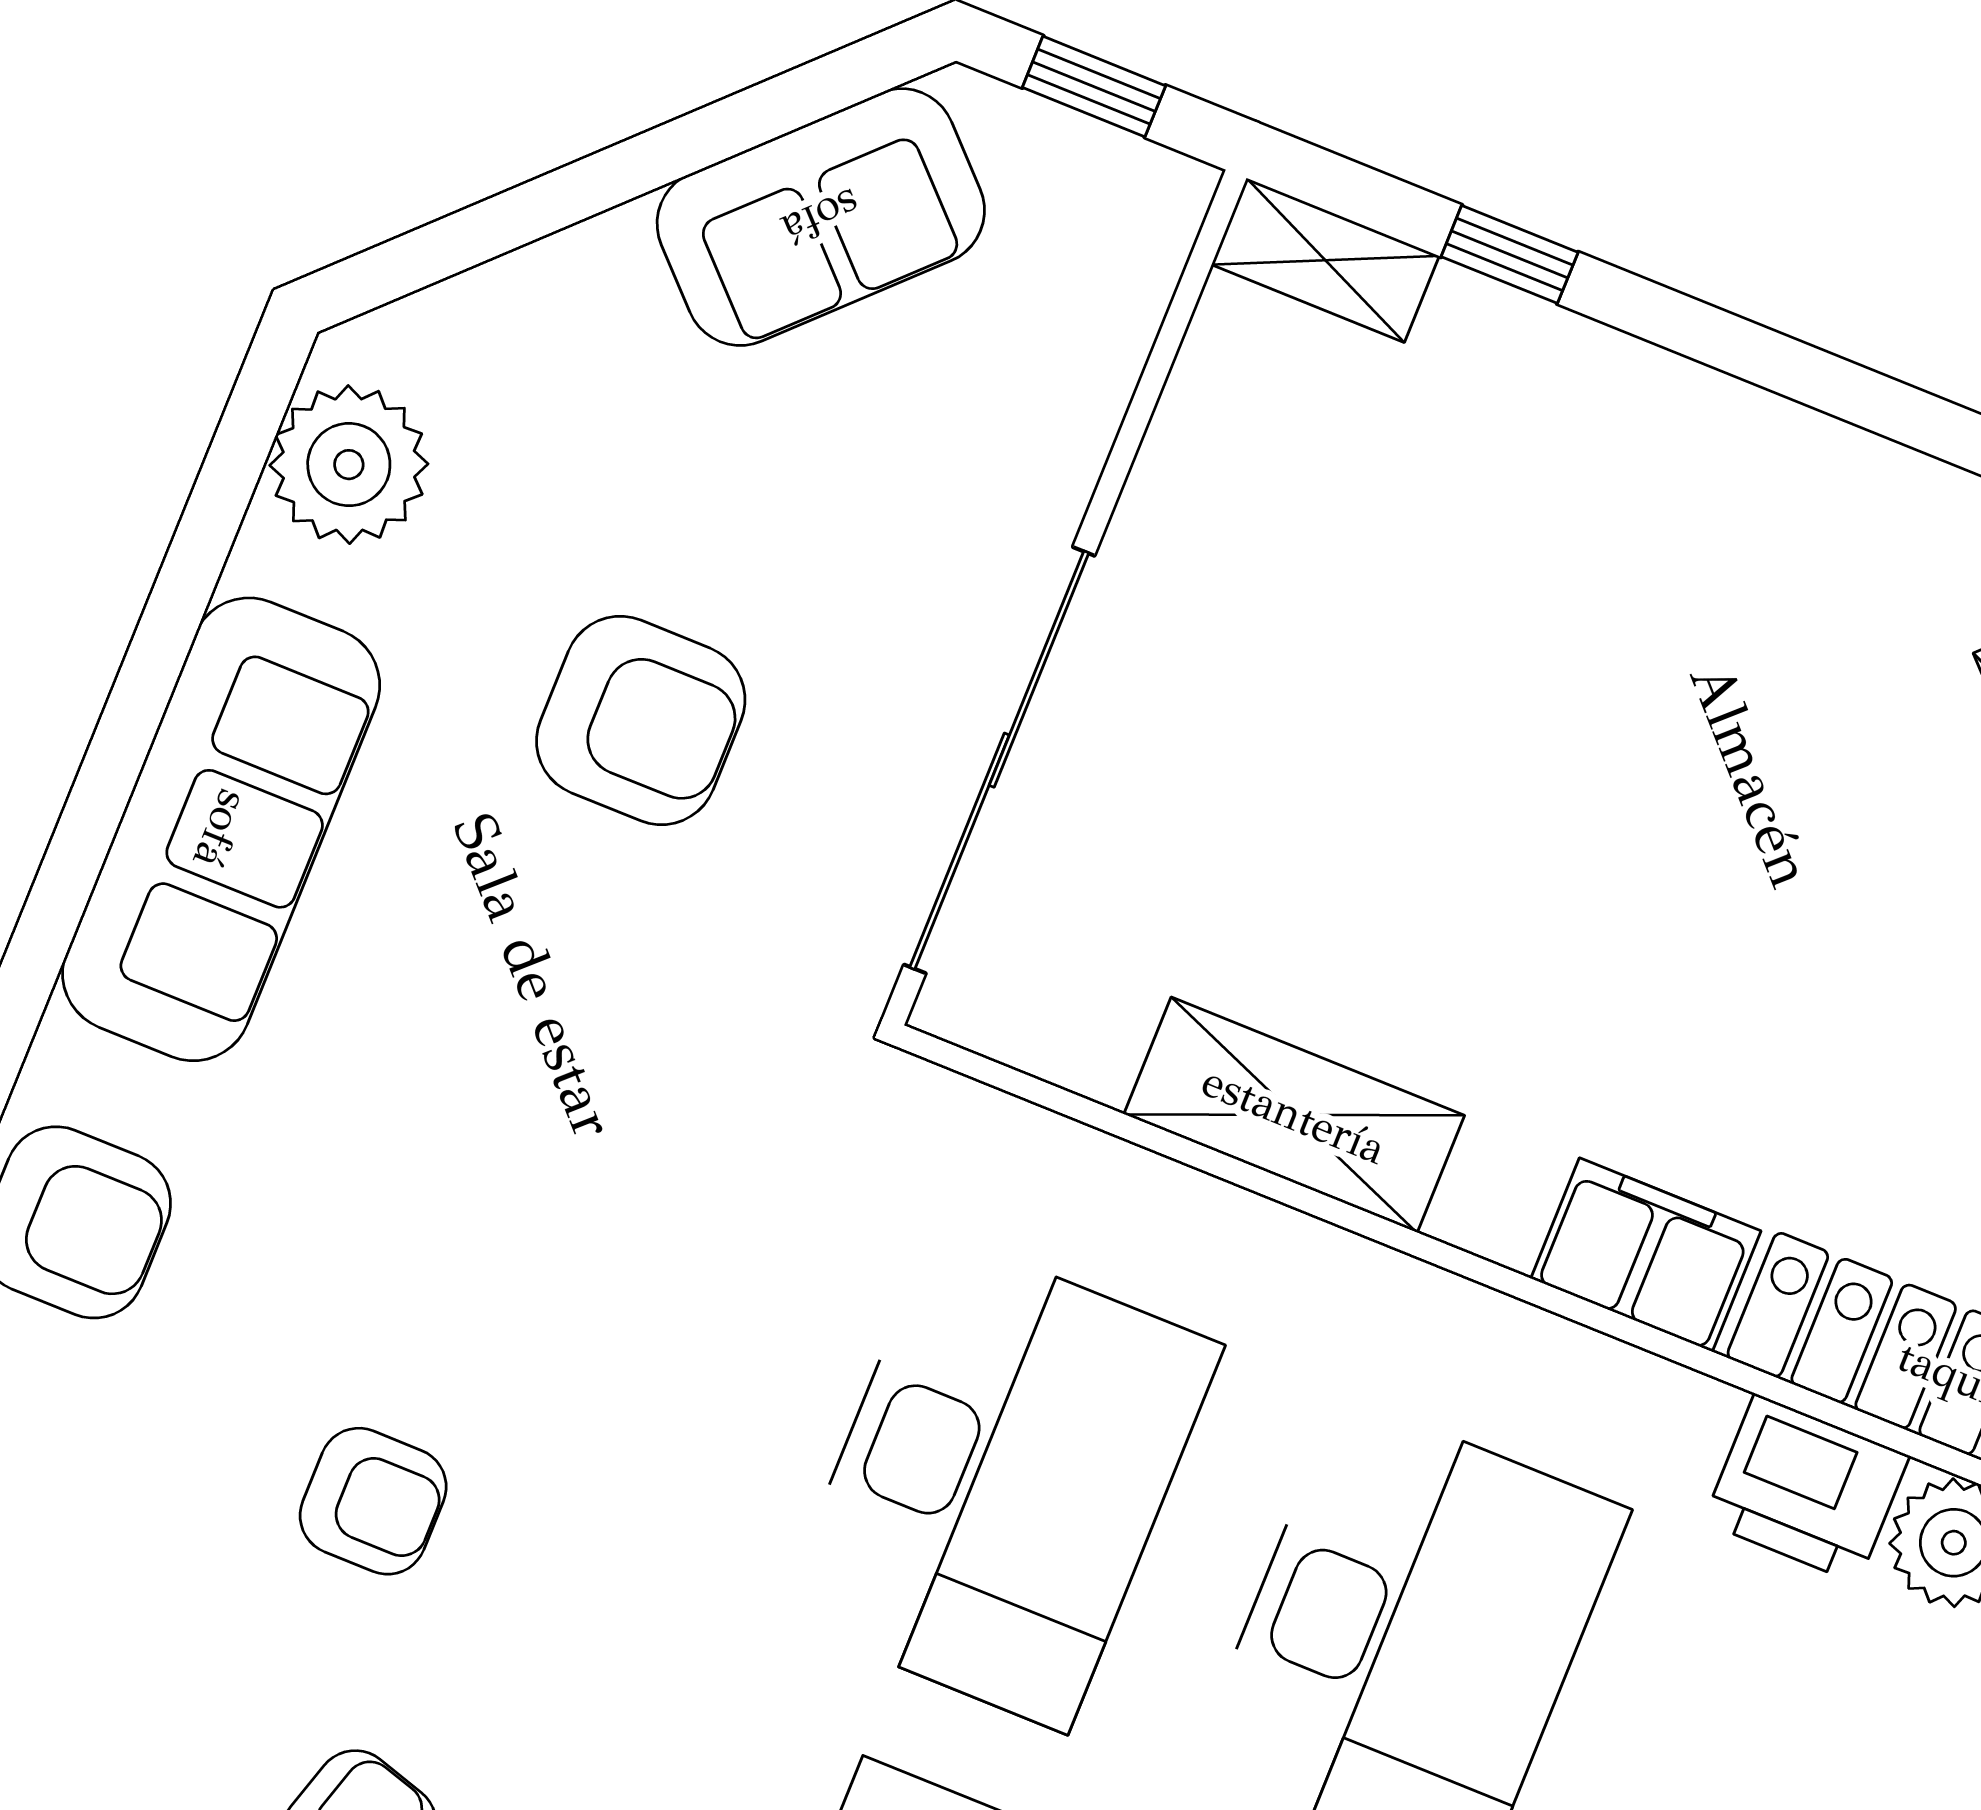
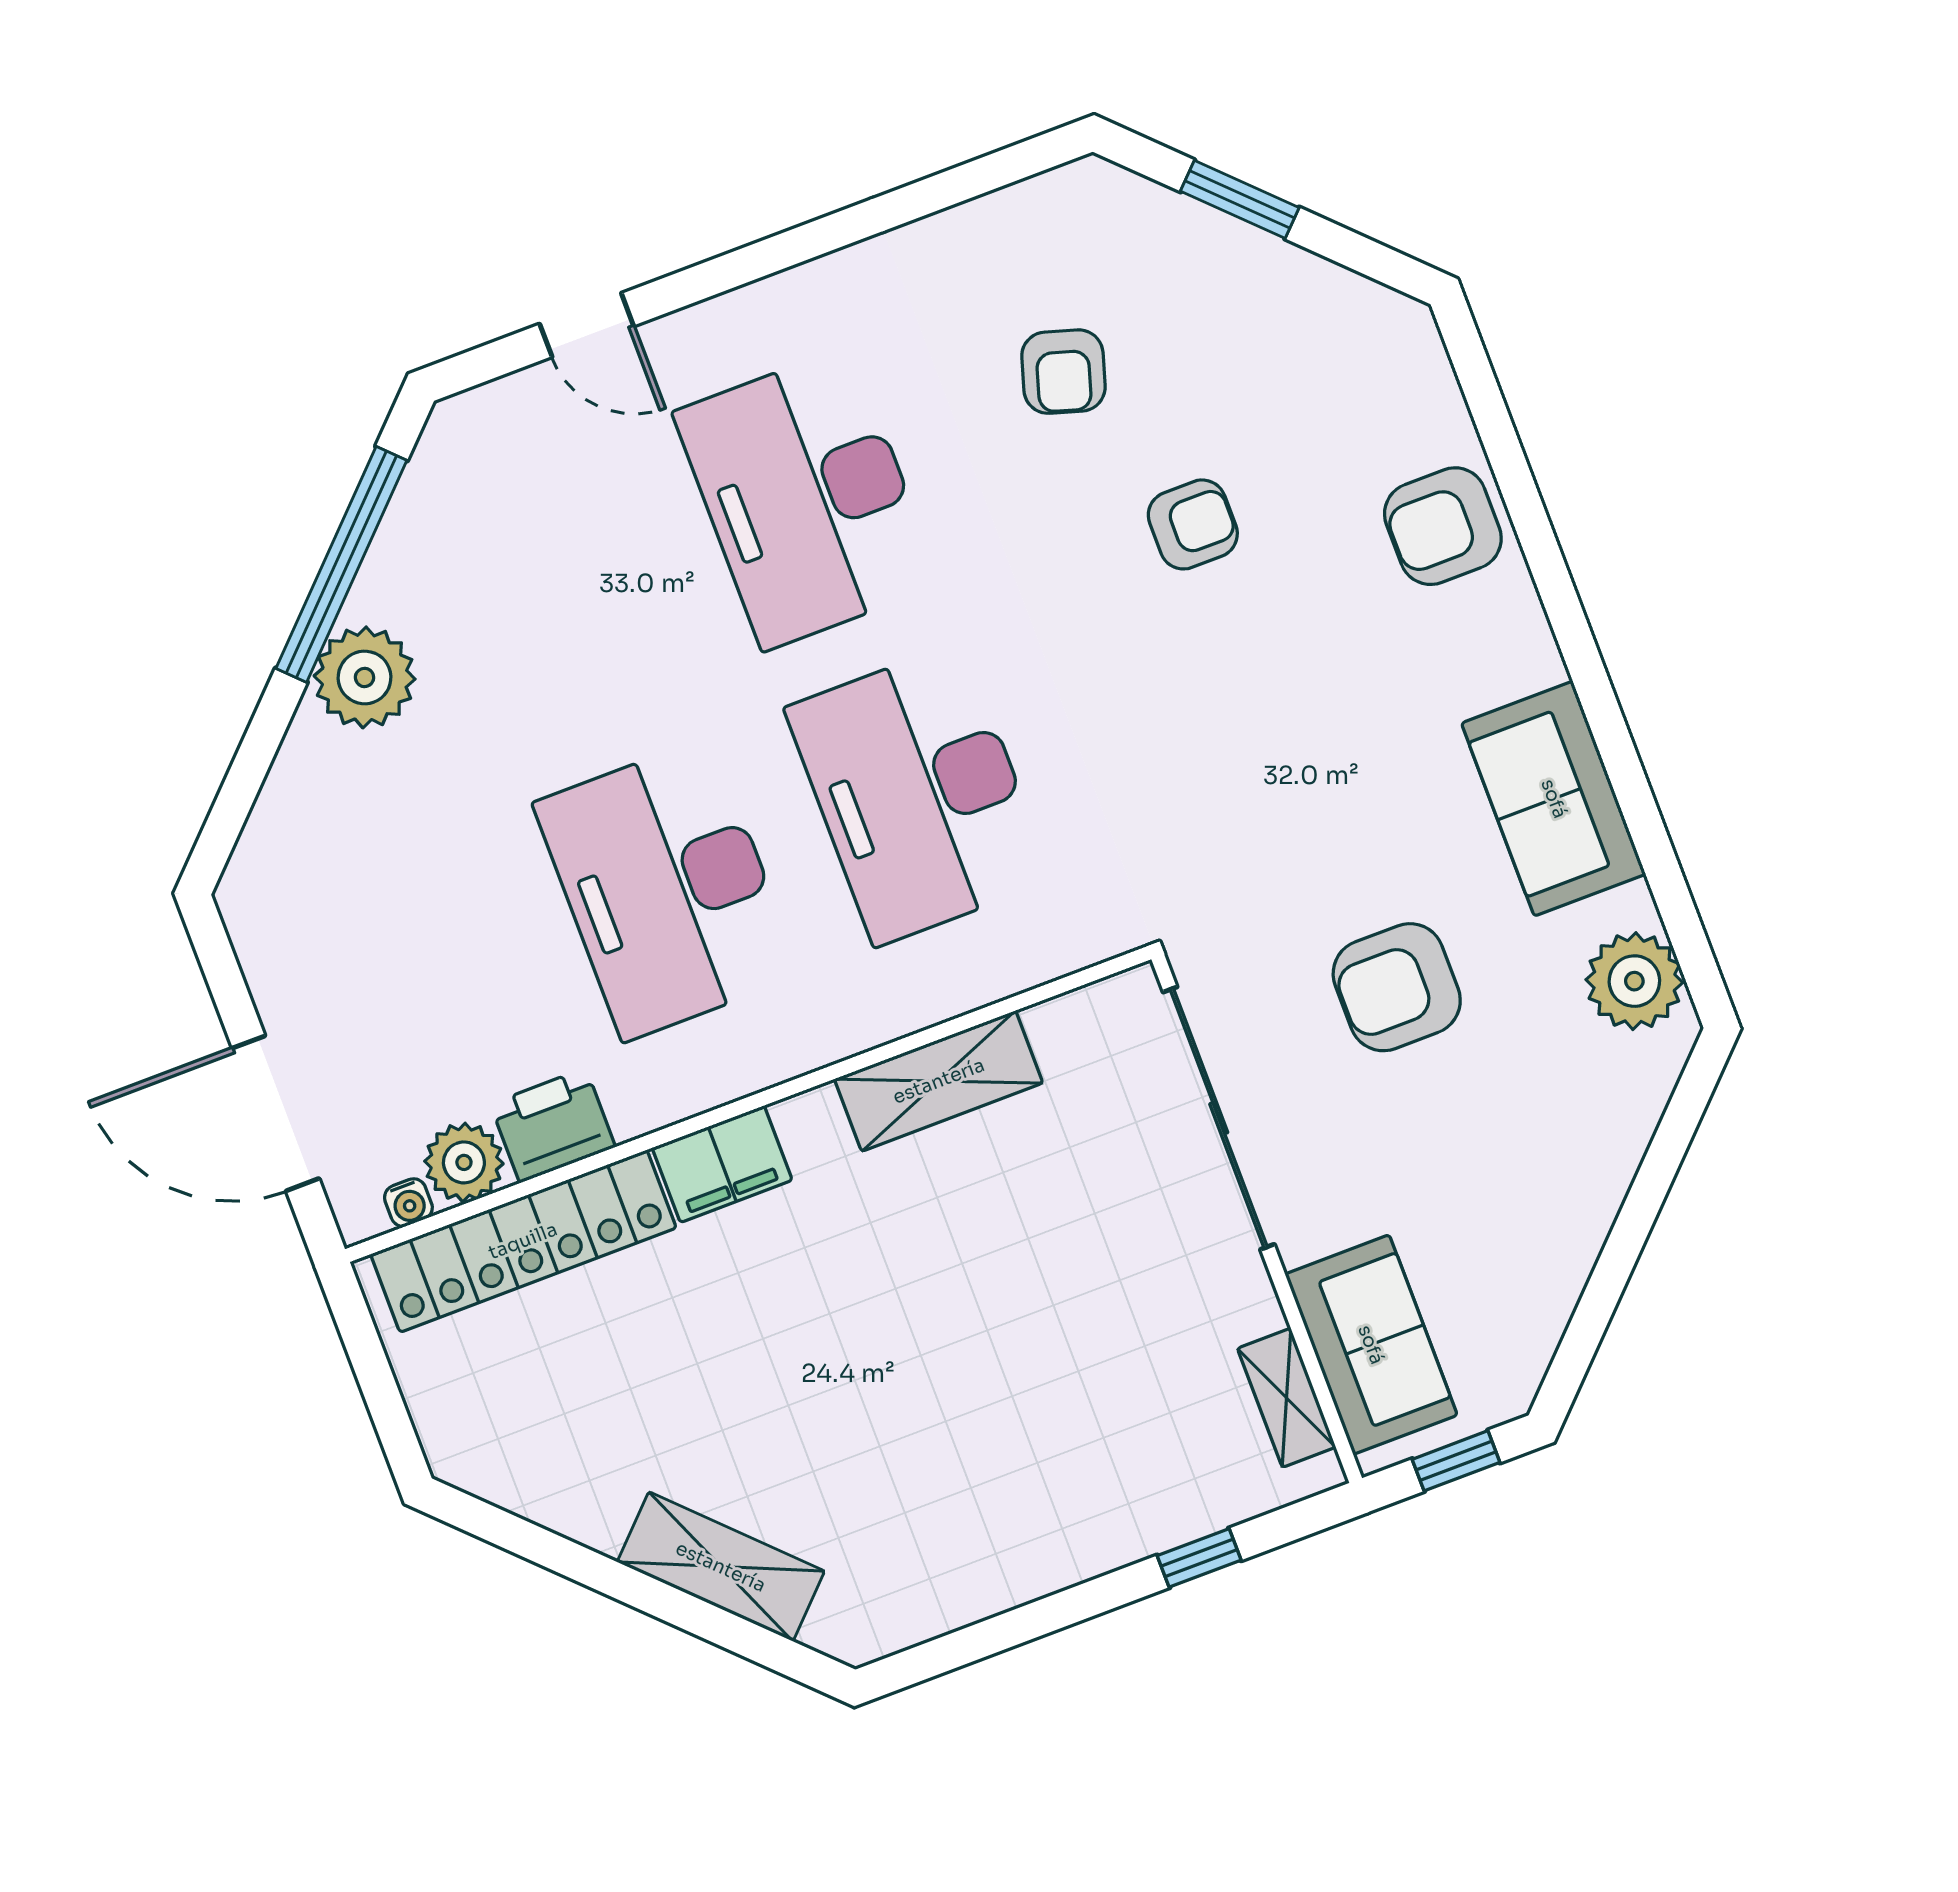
sofa: (821, 217) -> (1371, 1345), moved, turned 135
shelving: (1325, 260) -> (1287, 1398), moved, turned 90
sofa: (221, 829) -> (1554, 799), width x0.73
armchair: (373, 1501) -> (1193, 524), turned 180

